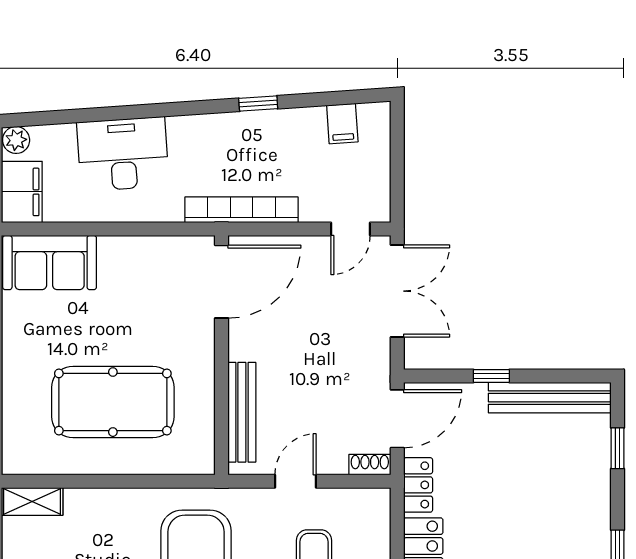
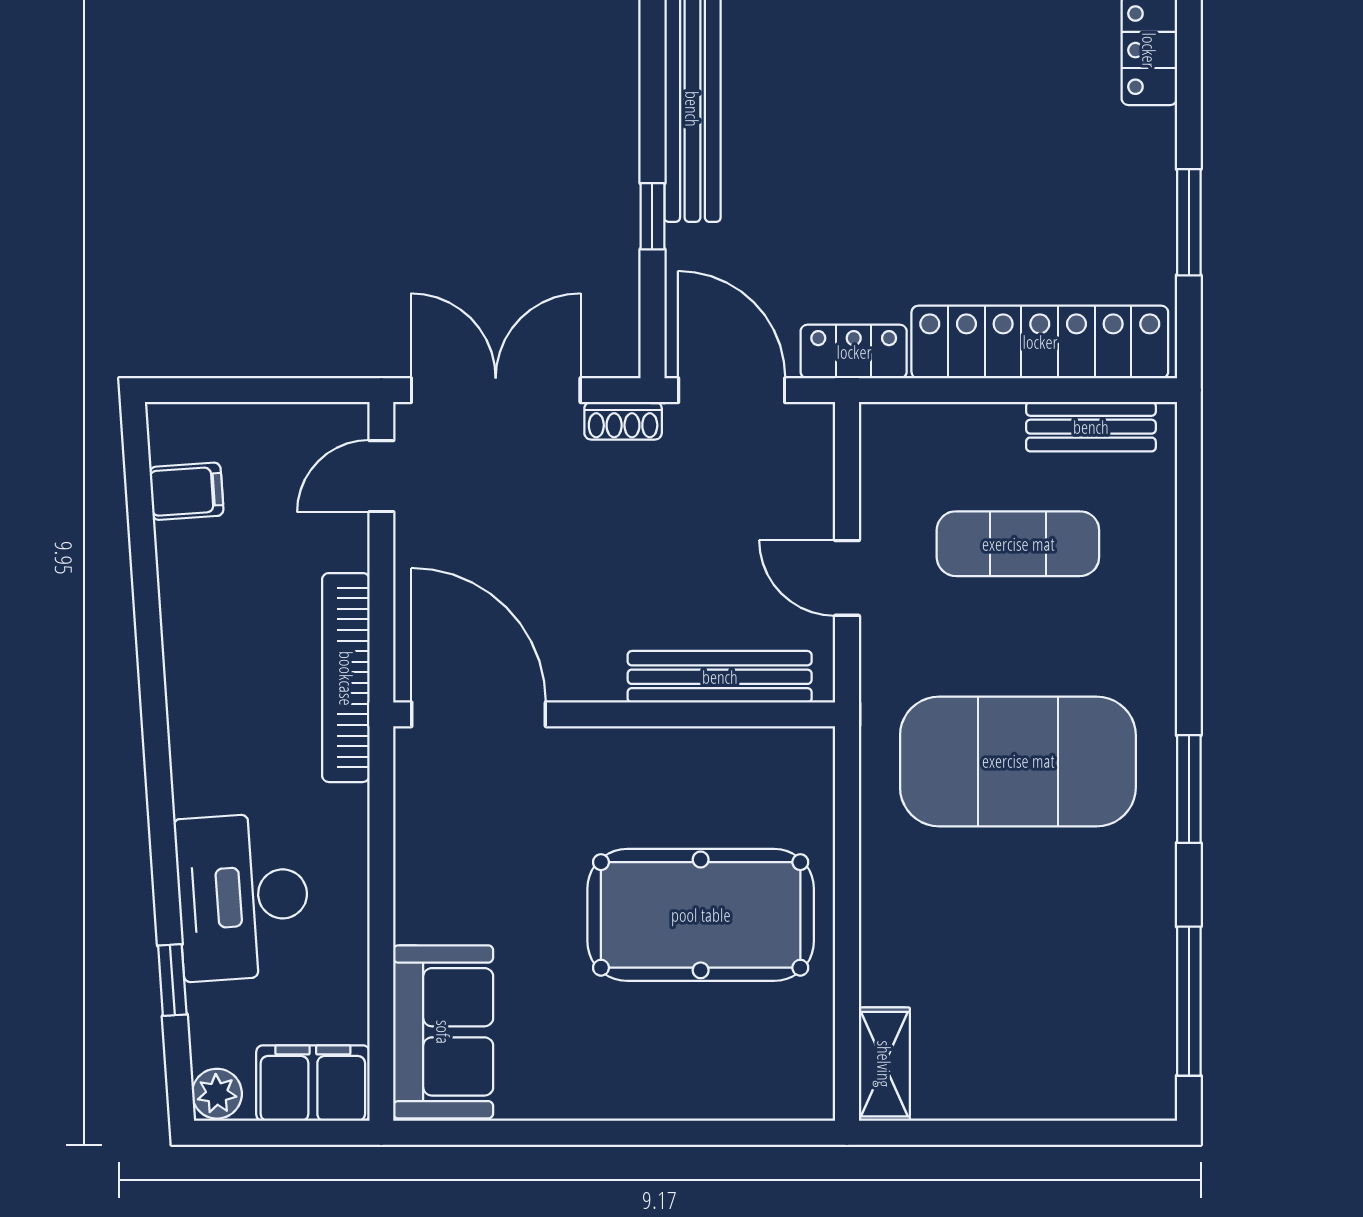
window: (258, 104) -> (172, 980), moved
door: (351, 229) -> (381, 476), swing flipped
pool table: (113, 402) -> (701, 915), turned 90
shoe rack: (370, 465) -> (623, 421), moved, turned -90

